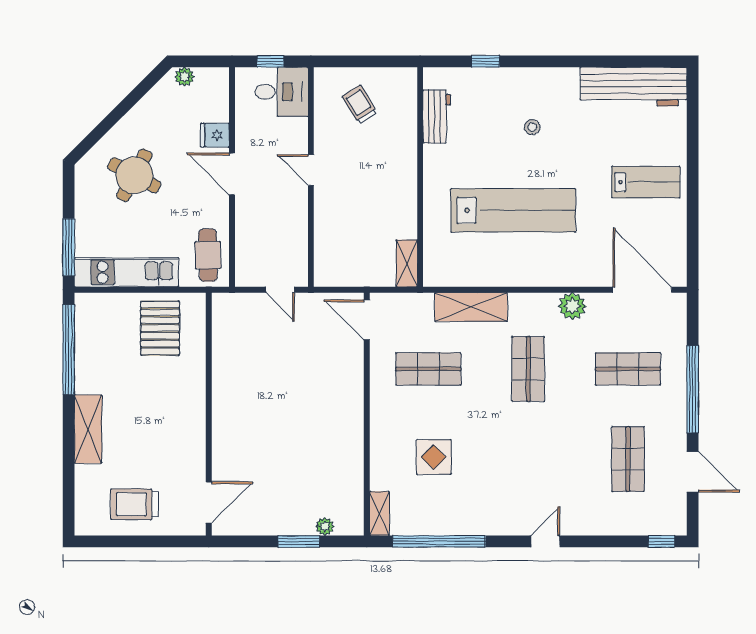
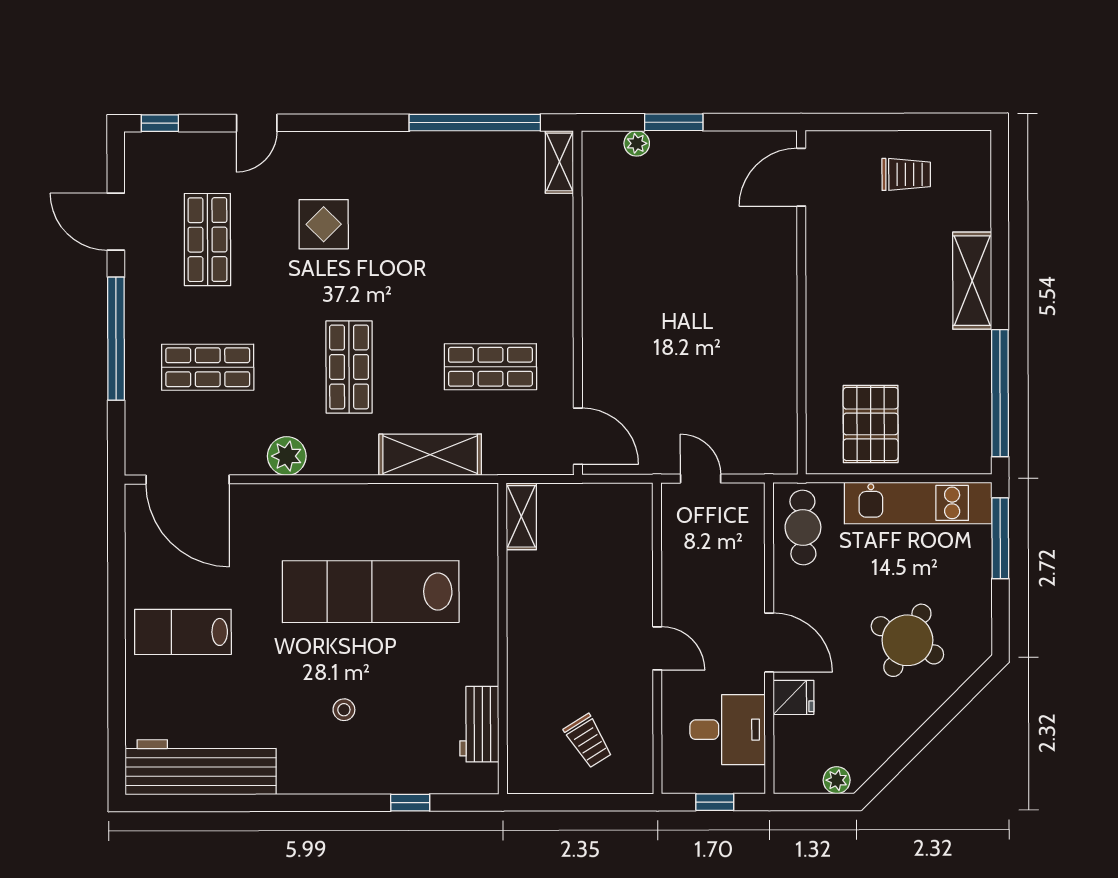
desk: (282, 92) -> (728, 730), moved, turned 180
display table: (434, 457) -> (324, 224), moved
trolley: (135, 504) -> (906, 174), width x0.73, depth x0.72
door: (545, 541) -> (257, 123), moved

